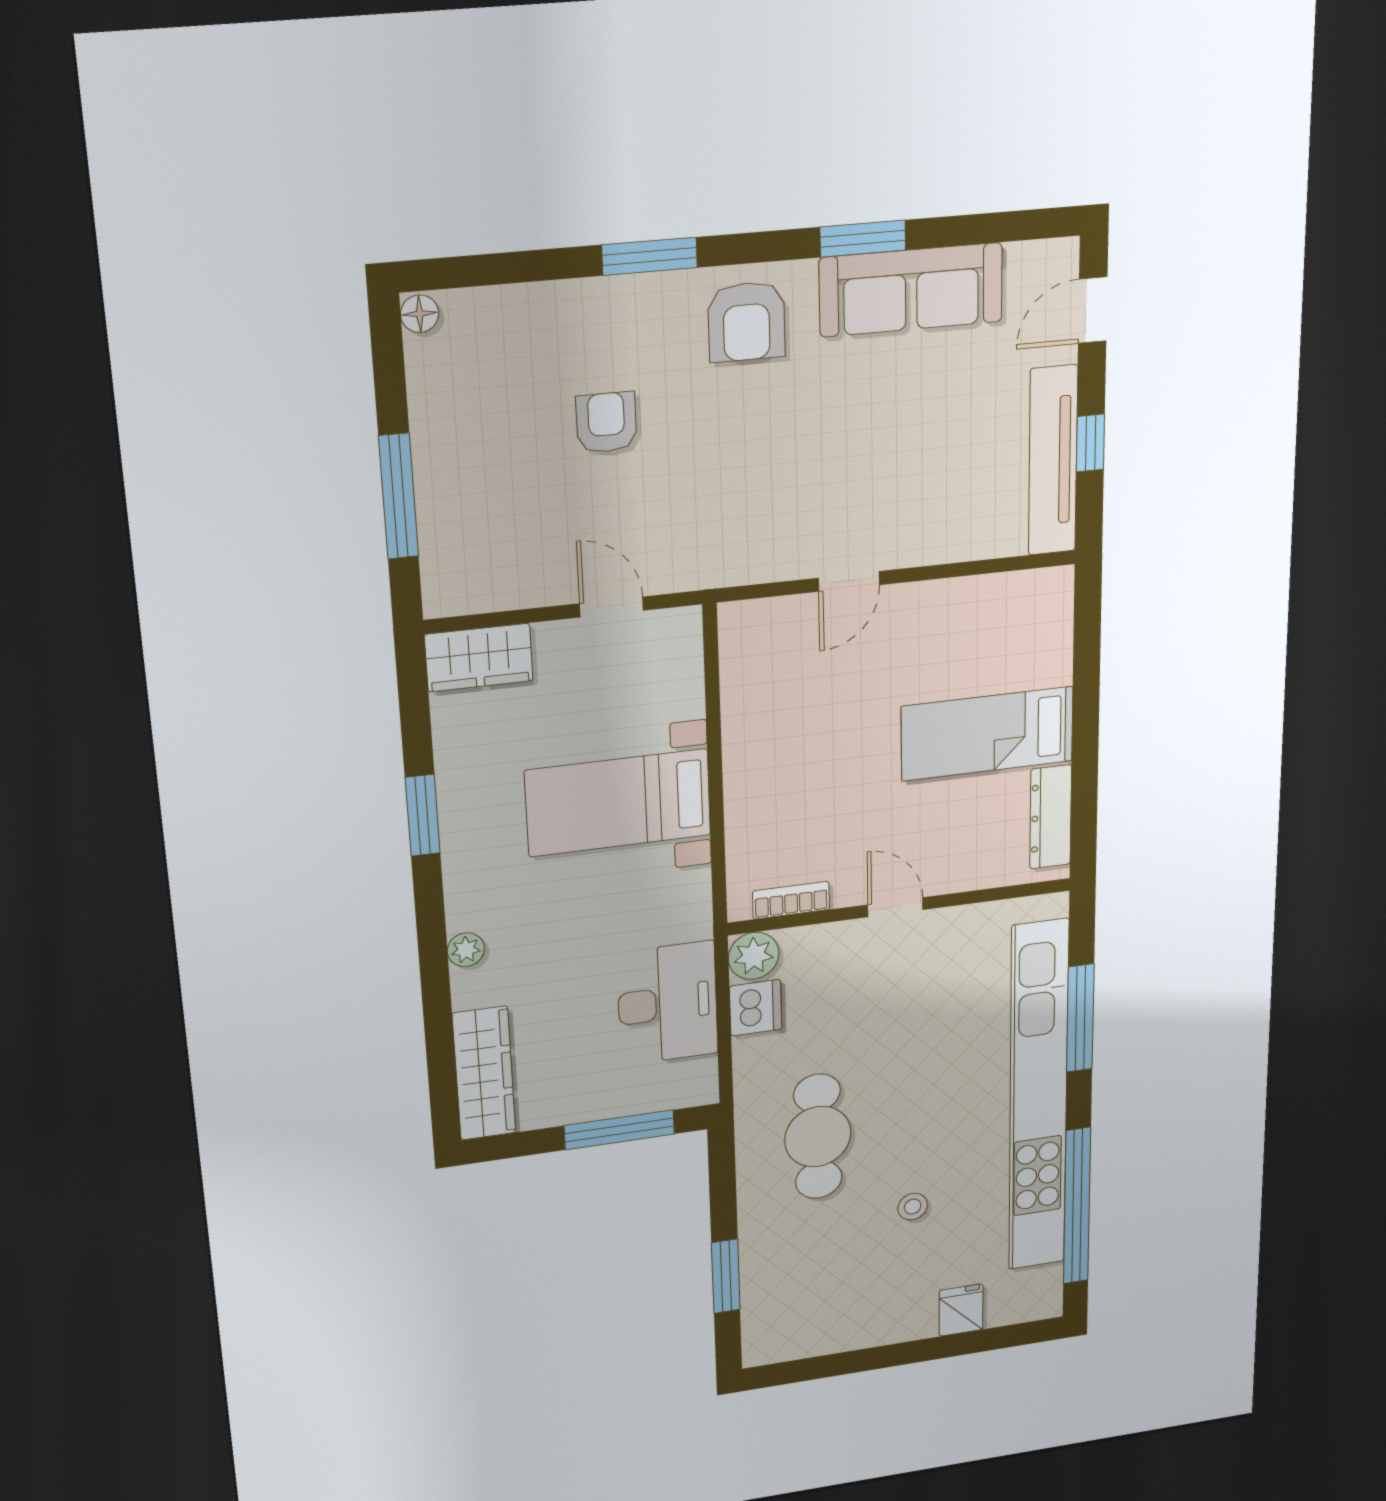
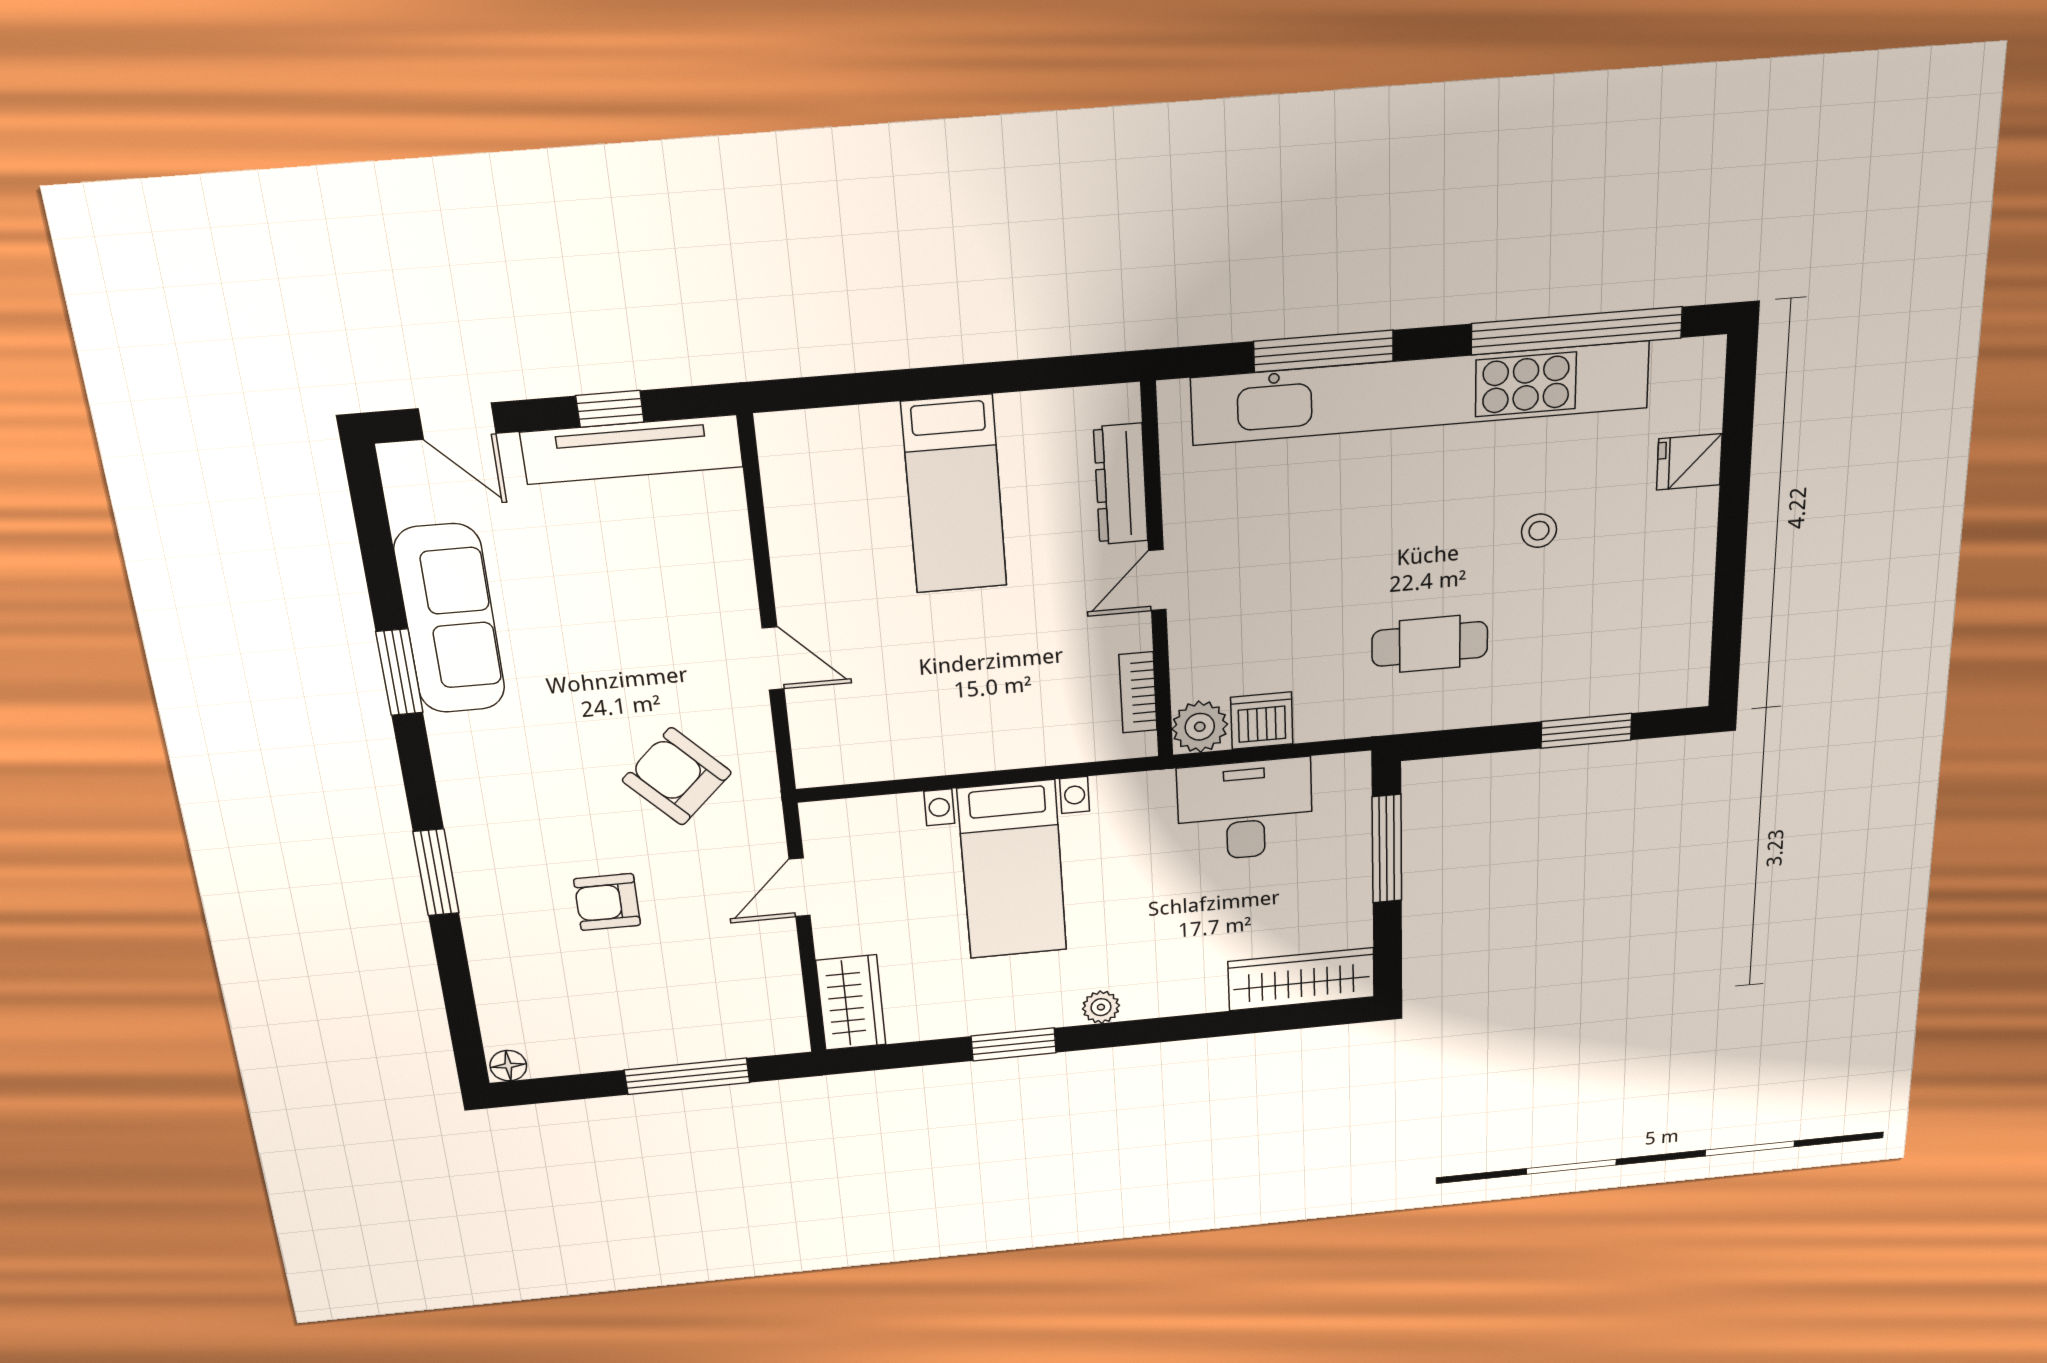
armchair: (746, 322) -> (677, 776), moved, turned -134
dresser: (1051, 817) -> (1121, 484), moved, turned 90
plant: (466, 950) -> (1101, 1007), moved
cafe table: (818, 1137) -> (1430, 644), width x0.73, depth x0.74

